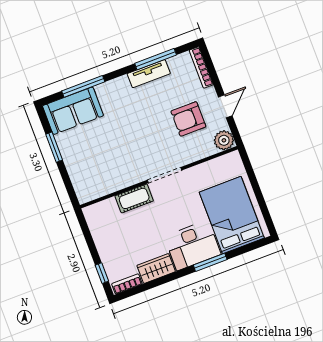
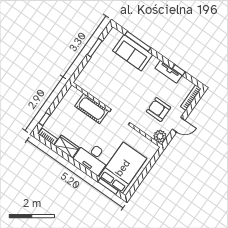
window: (156, 59) -> (179, 70), width x0.46
sofa: (73, 111) -> (133, 53), moved
cot: (134, 198) -> (92, 109), width x1.37, depth x1.34
window: (210, 262) -> (108, 186), moved

